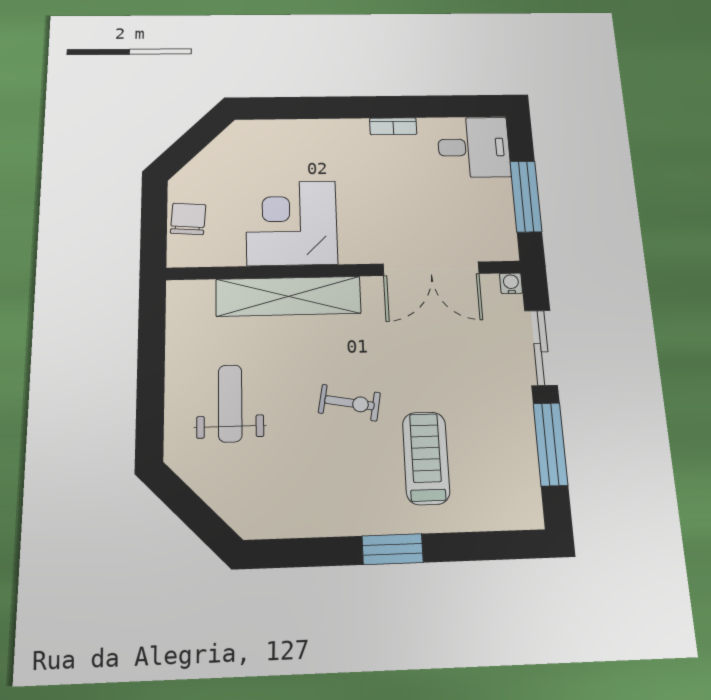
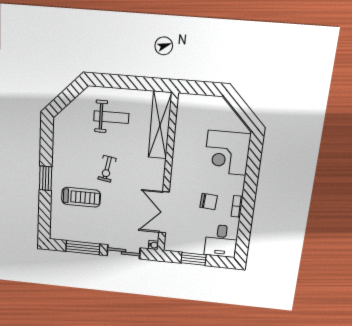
window: (526, 196) -> (194, 259), width x0.69
chair: (188, 219) -> (209, 202), moved
corner desk: (291, 223) -> (227, 153), moved, turned 180
shelving: (288, 296) -> (160, 125), moved

